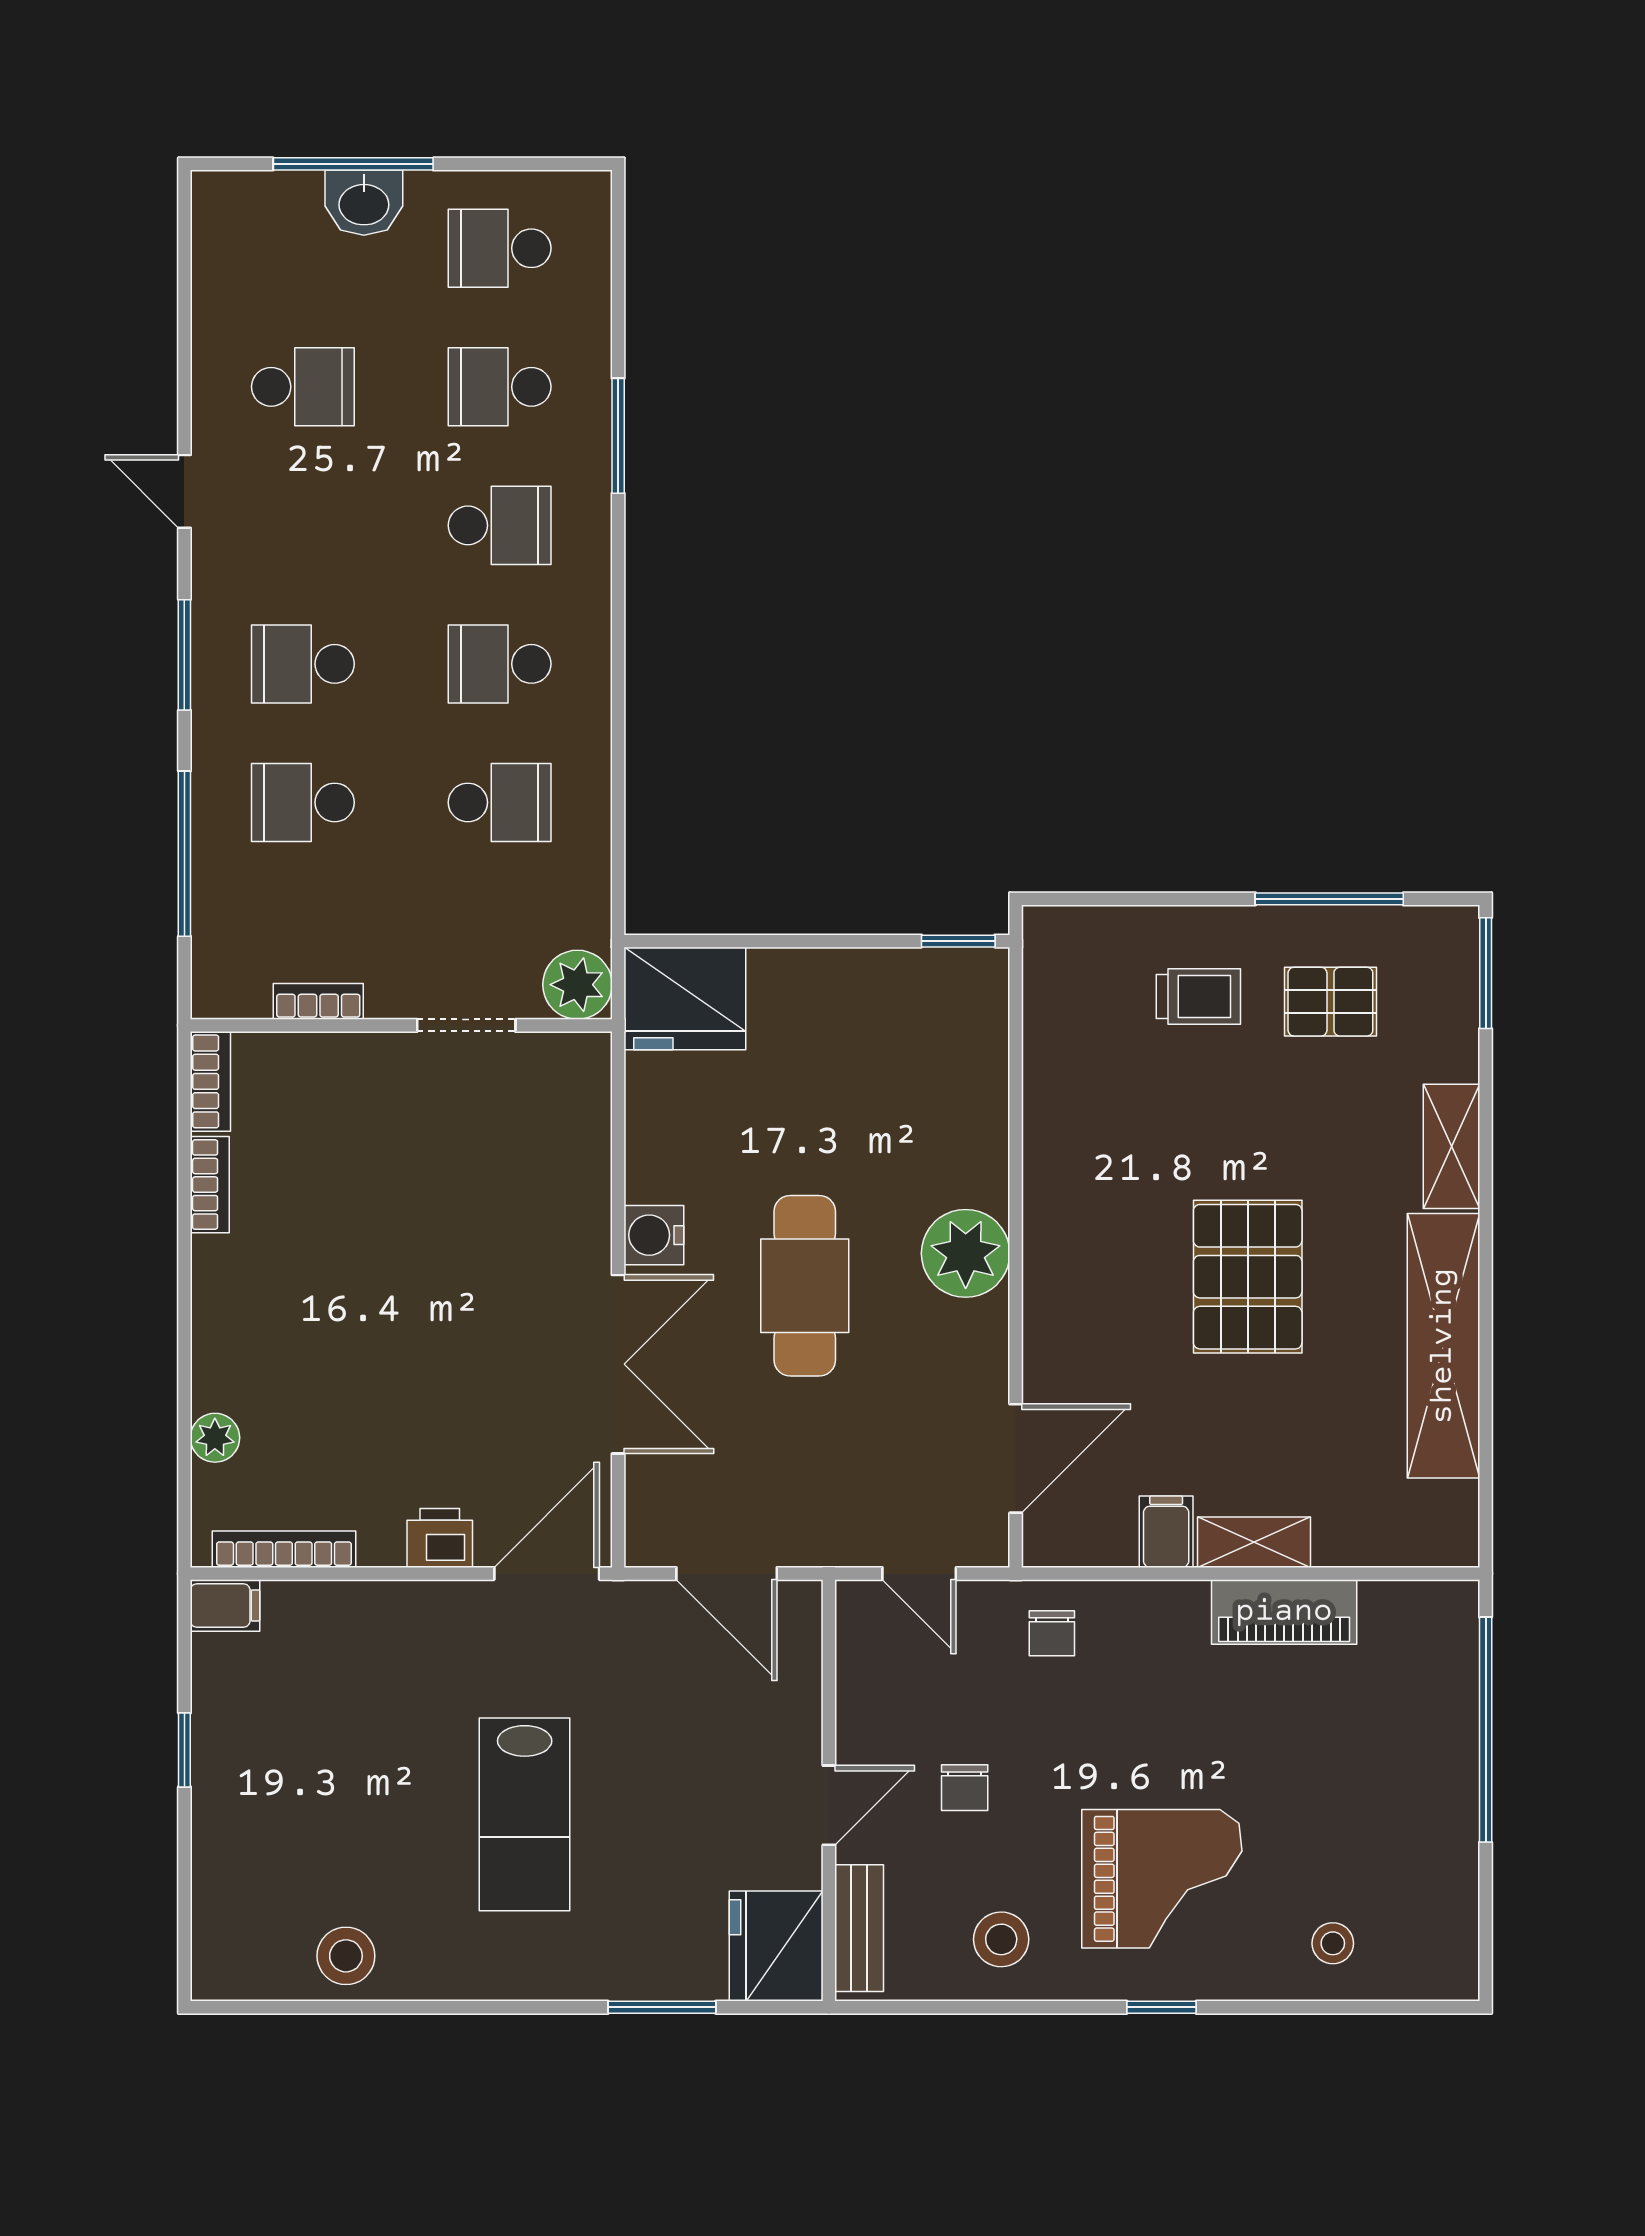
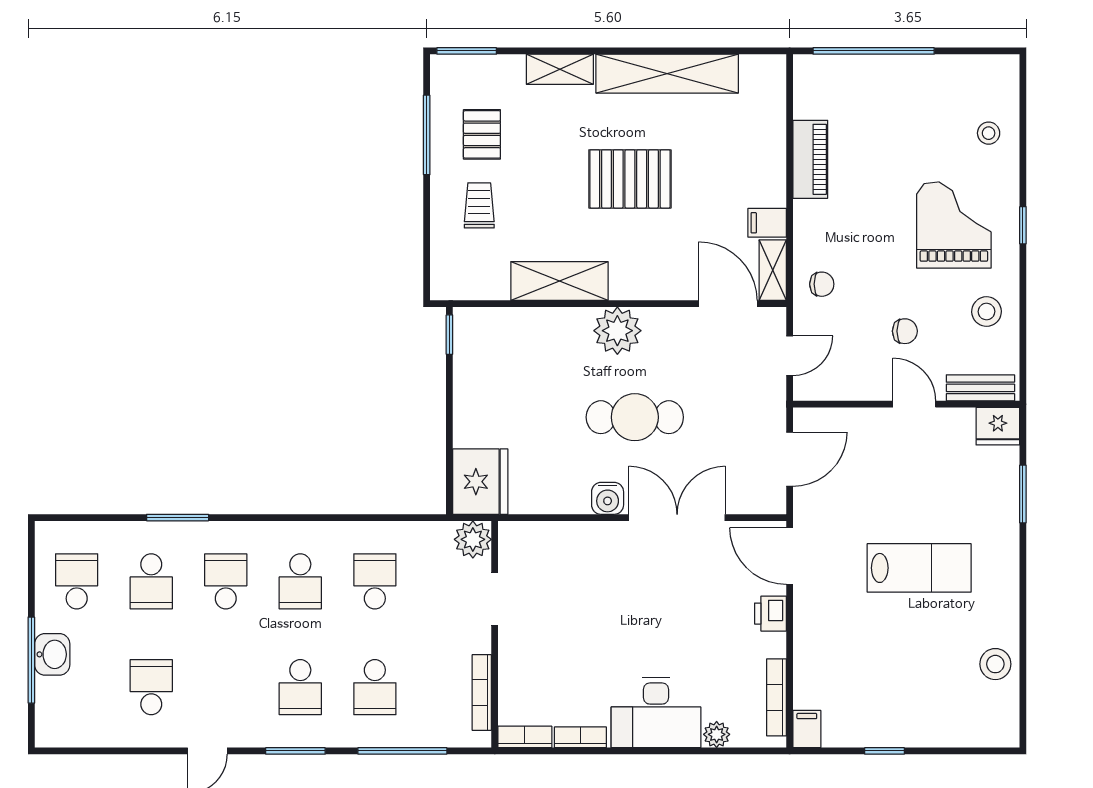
school desk: (500, 248) -> (77, 581), turned 180
bookcase: (318, 1001) -> (482, 693), width x1.56
shelving: (1058, 1146) -> (559, 281), added
desk: (256, 1325) -> (656, 713), added
shelving: (1254, 1542) -> (773, 270), moved
fridge: (776, 1946) -> (998, 426), width x0.73, depth x0.75

